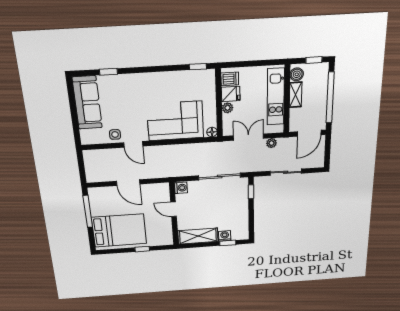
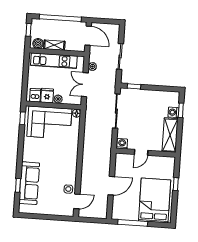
sofa: (87, 103) -> (29, 183), moved, turned 90
corner sofa: (175, 121) -> (49, 123), moved, turned -90
door: (133, 144) -> (77, 201), moved

